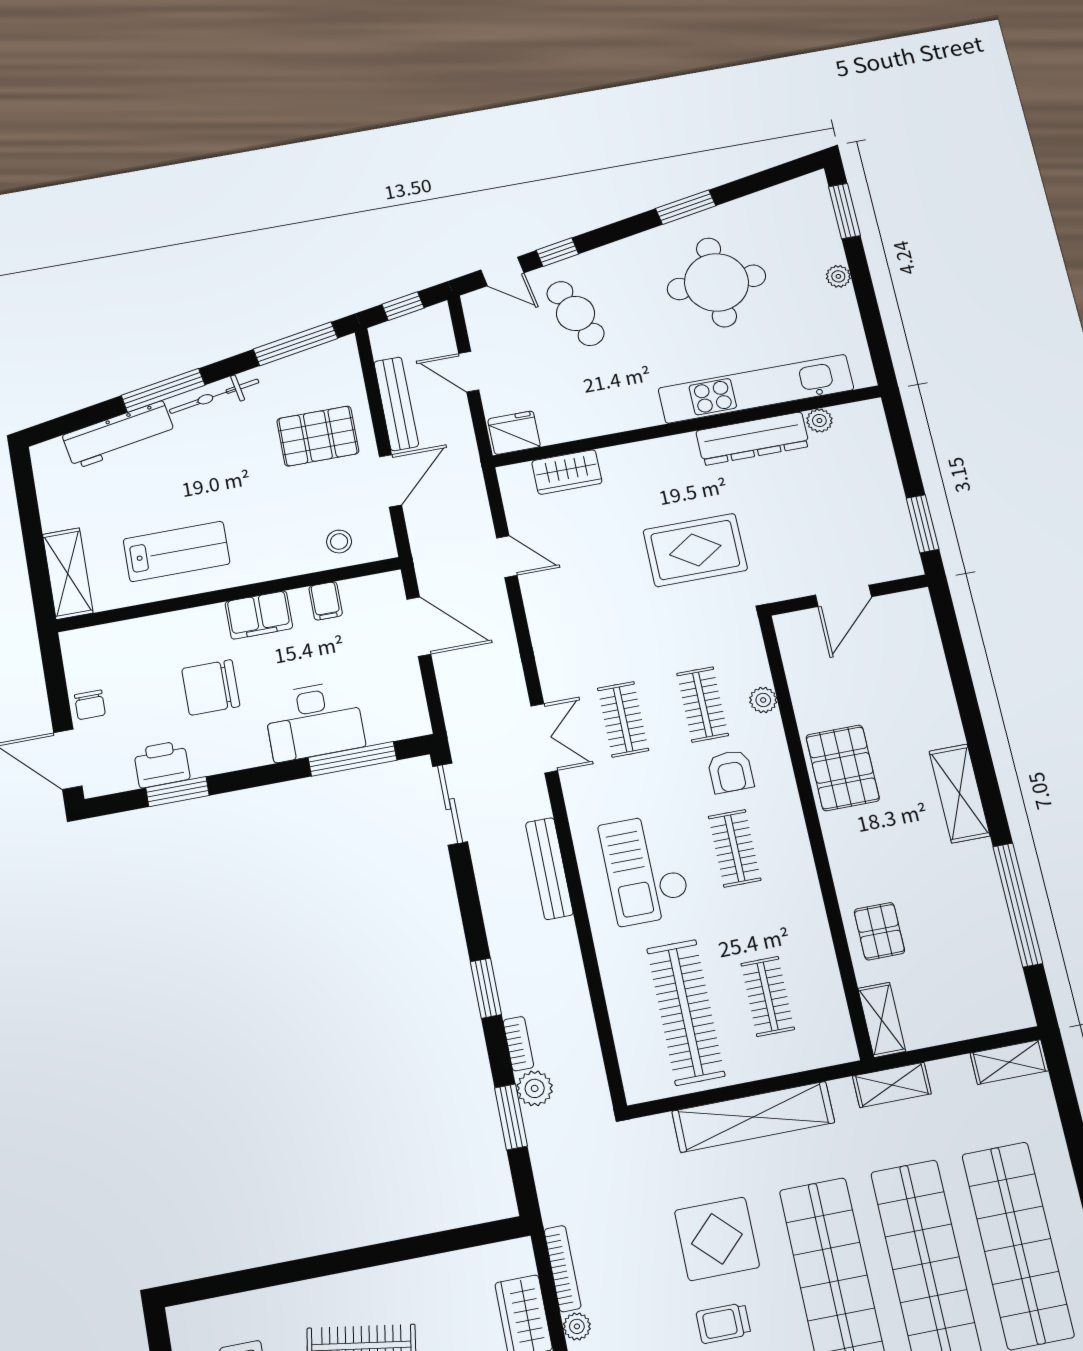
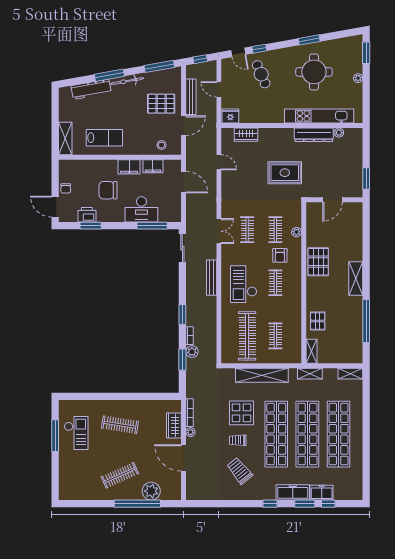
filing cabinet: (326, 601) -> (153, 166), width x2.00

